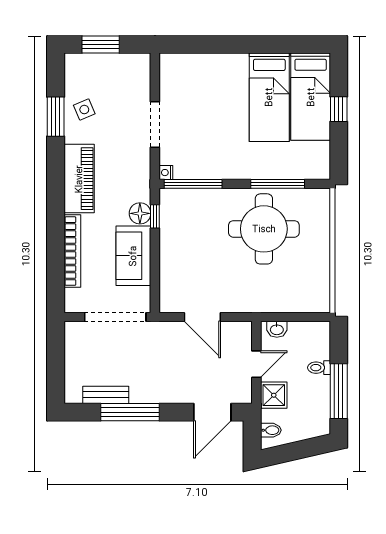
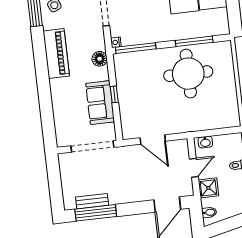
floor lamp: (140, 213) -> (100, 59), moved
window: (155, 216) -> (114, 94), moved
bookcase: (72, 251) -> (57, 104), removed
window: (130, 412) -> (96, 213), moved

